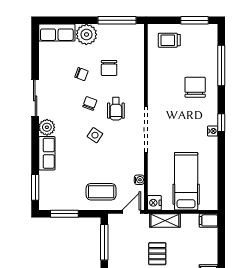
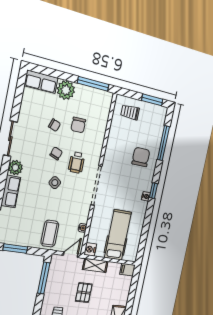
coffee table: (101, 192) -> (50, 234), turned 90

